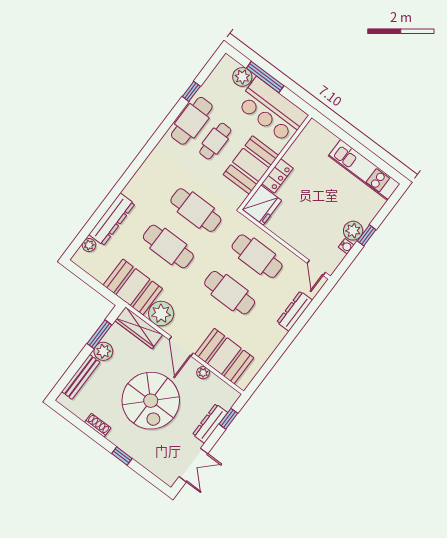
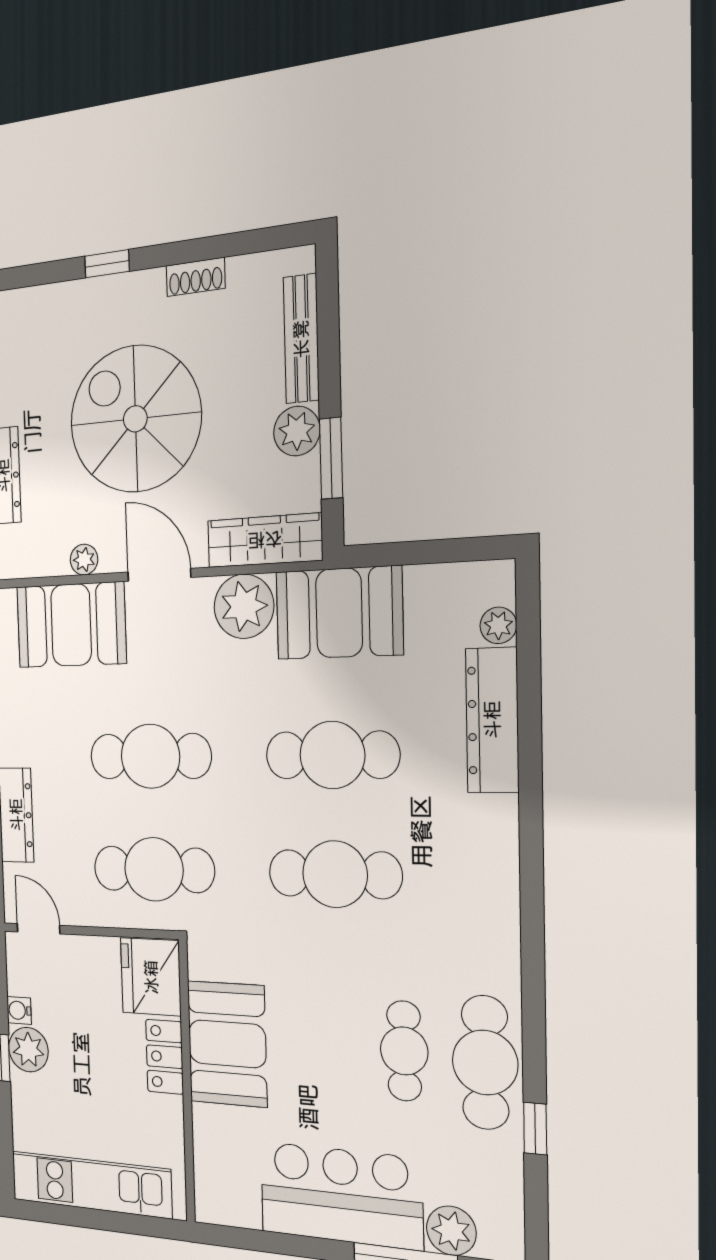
wall: (275, 163) -> (187, 1081), moved
booth: (251, 165) -> (227, 1044), moved
locker: (277, 176) -> (165, 1057), moved
fridge: (262, 205) -> (151, 977), moved

